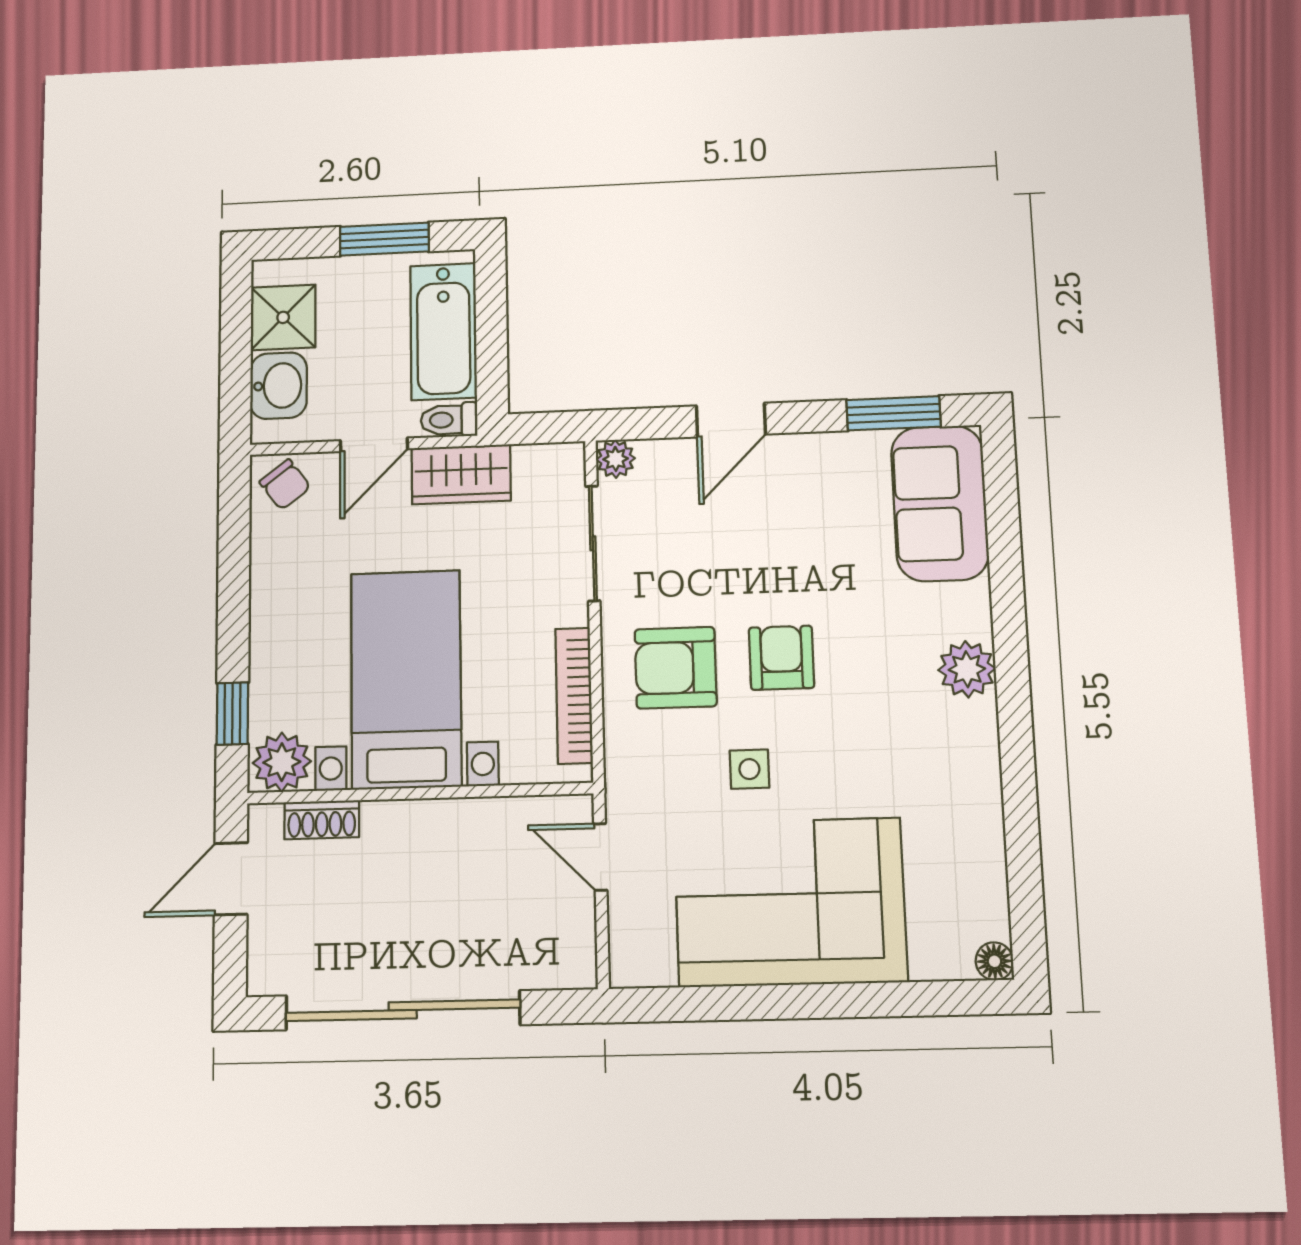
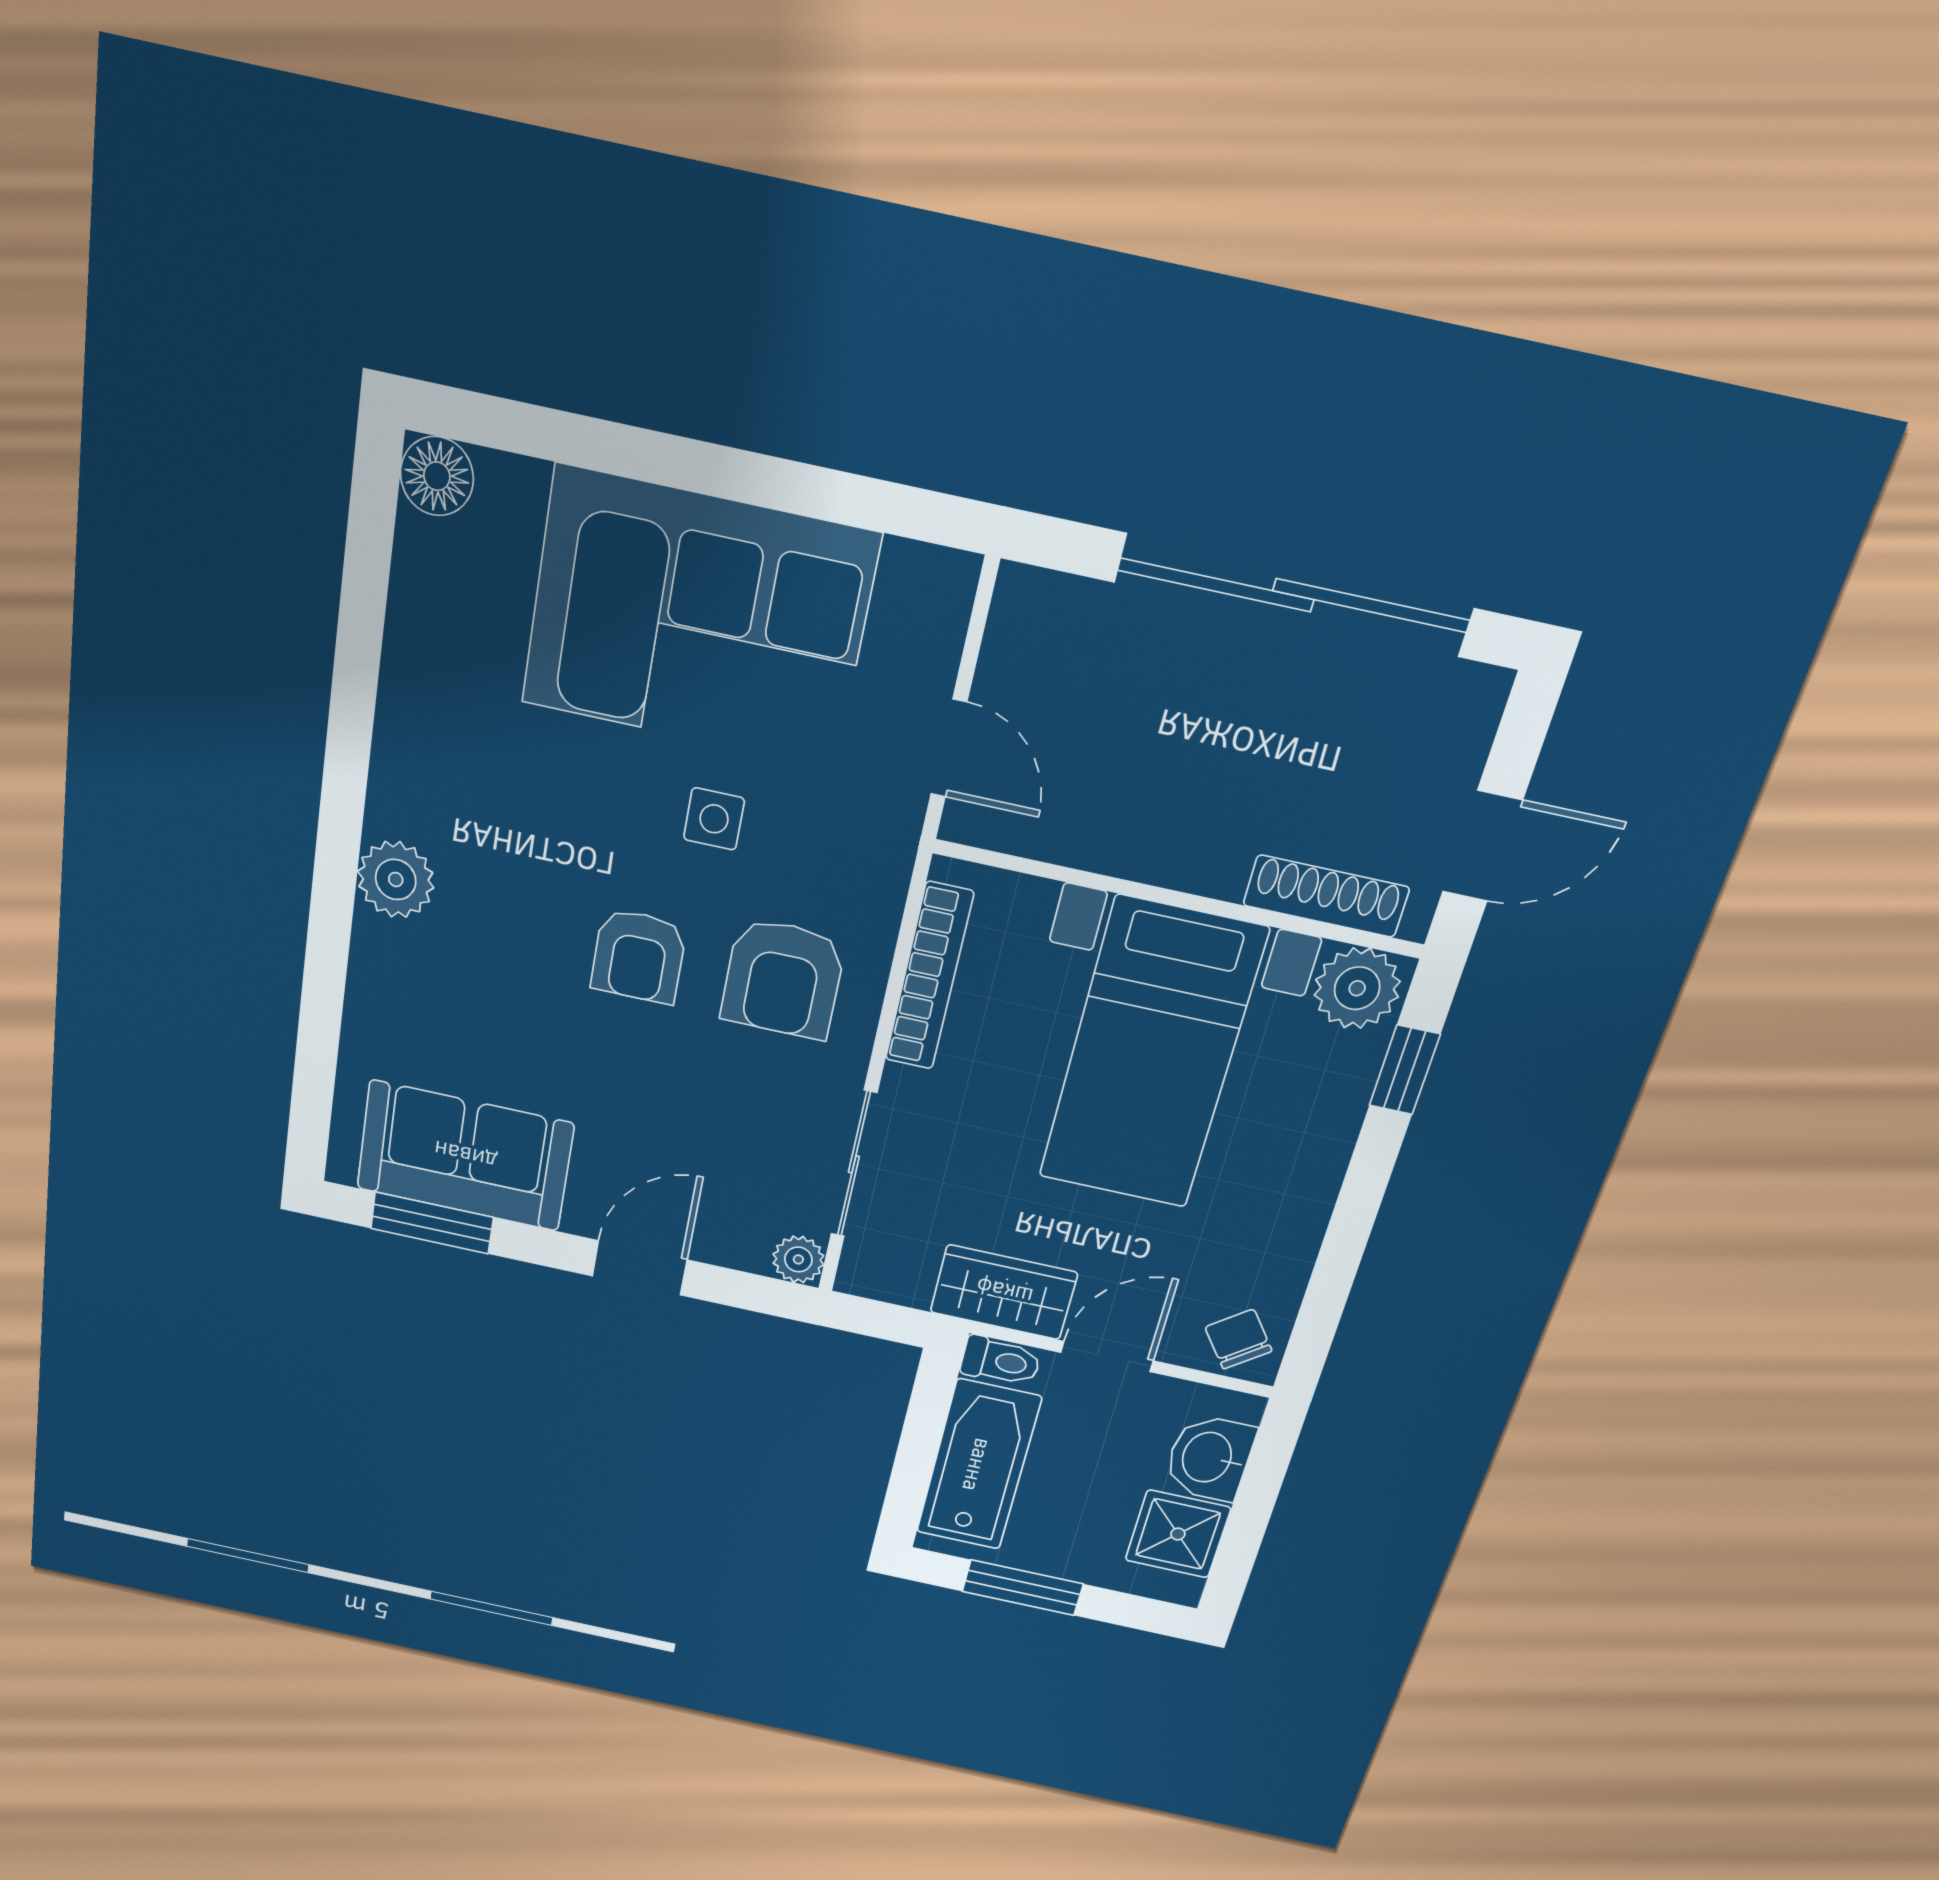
sofa: (940, 503) -> (465, 1156), moved, turned -90
armchair: (676, 668) -> (783, 979), turned 90
shoe rack: (322, 820) -> (1326, 896), width x1.43
floor lamp: (994, 961) -> (437, 476), width x1.37, depth x1.37

